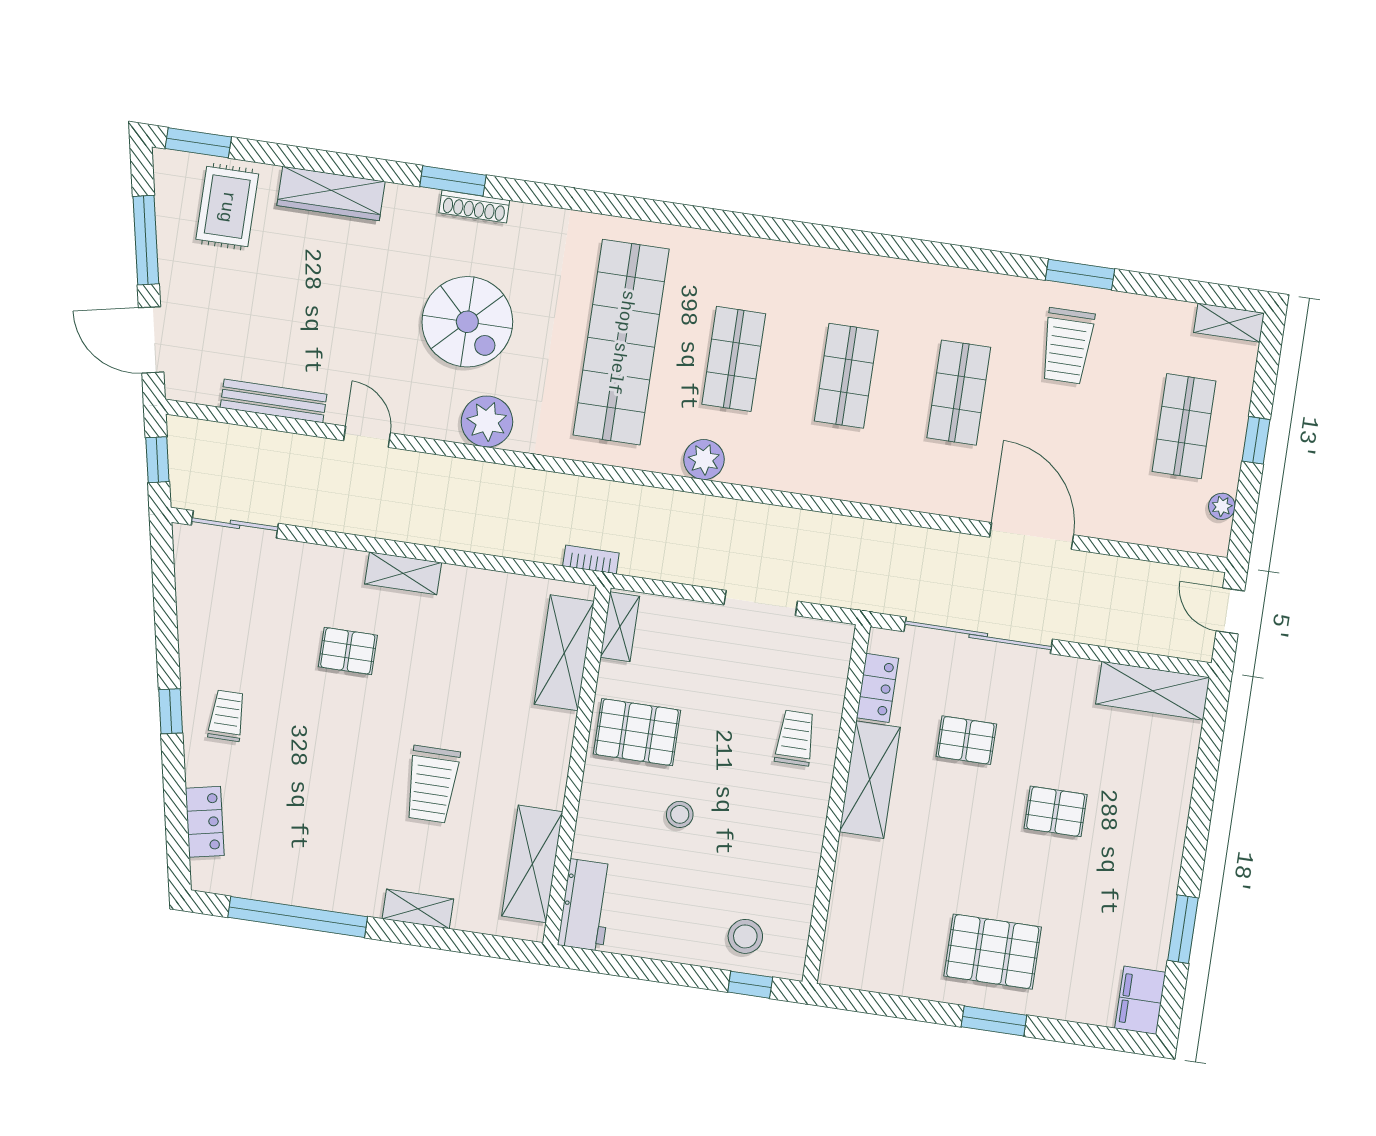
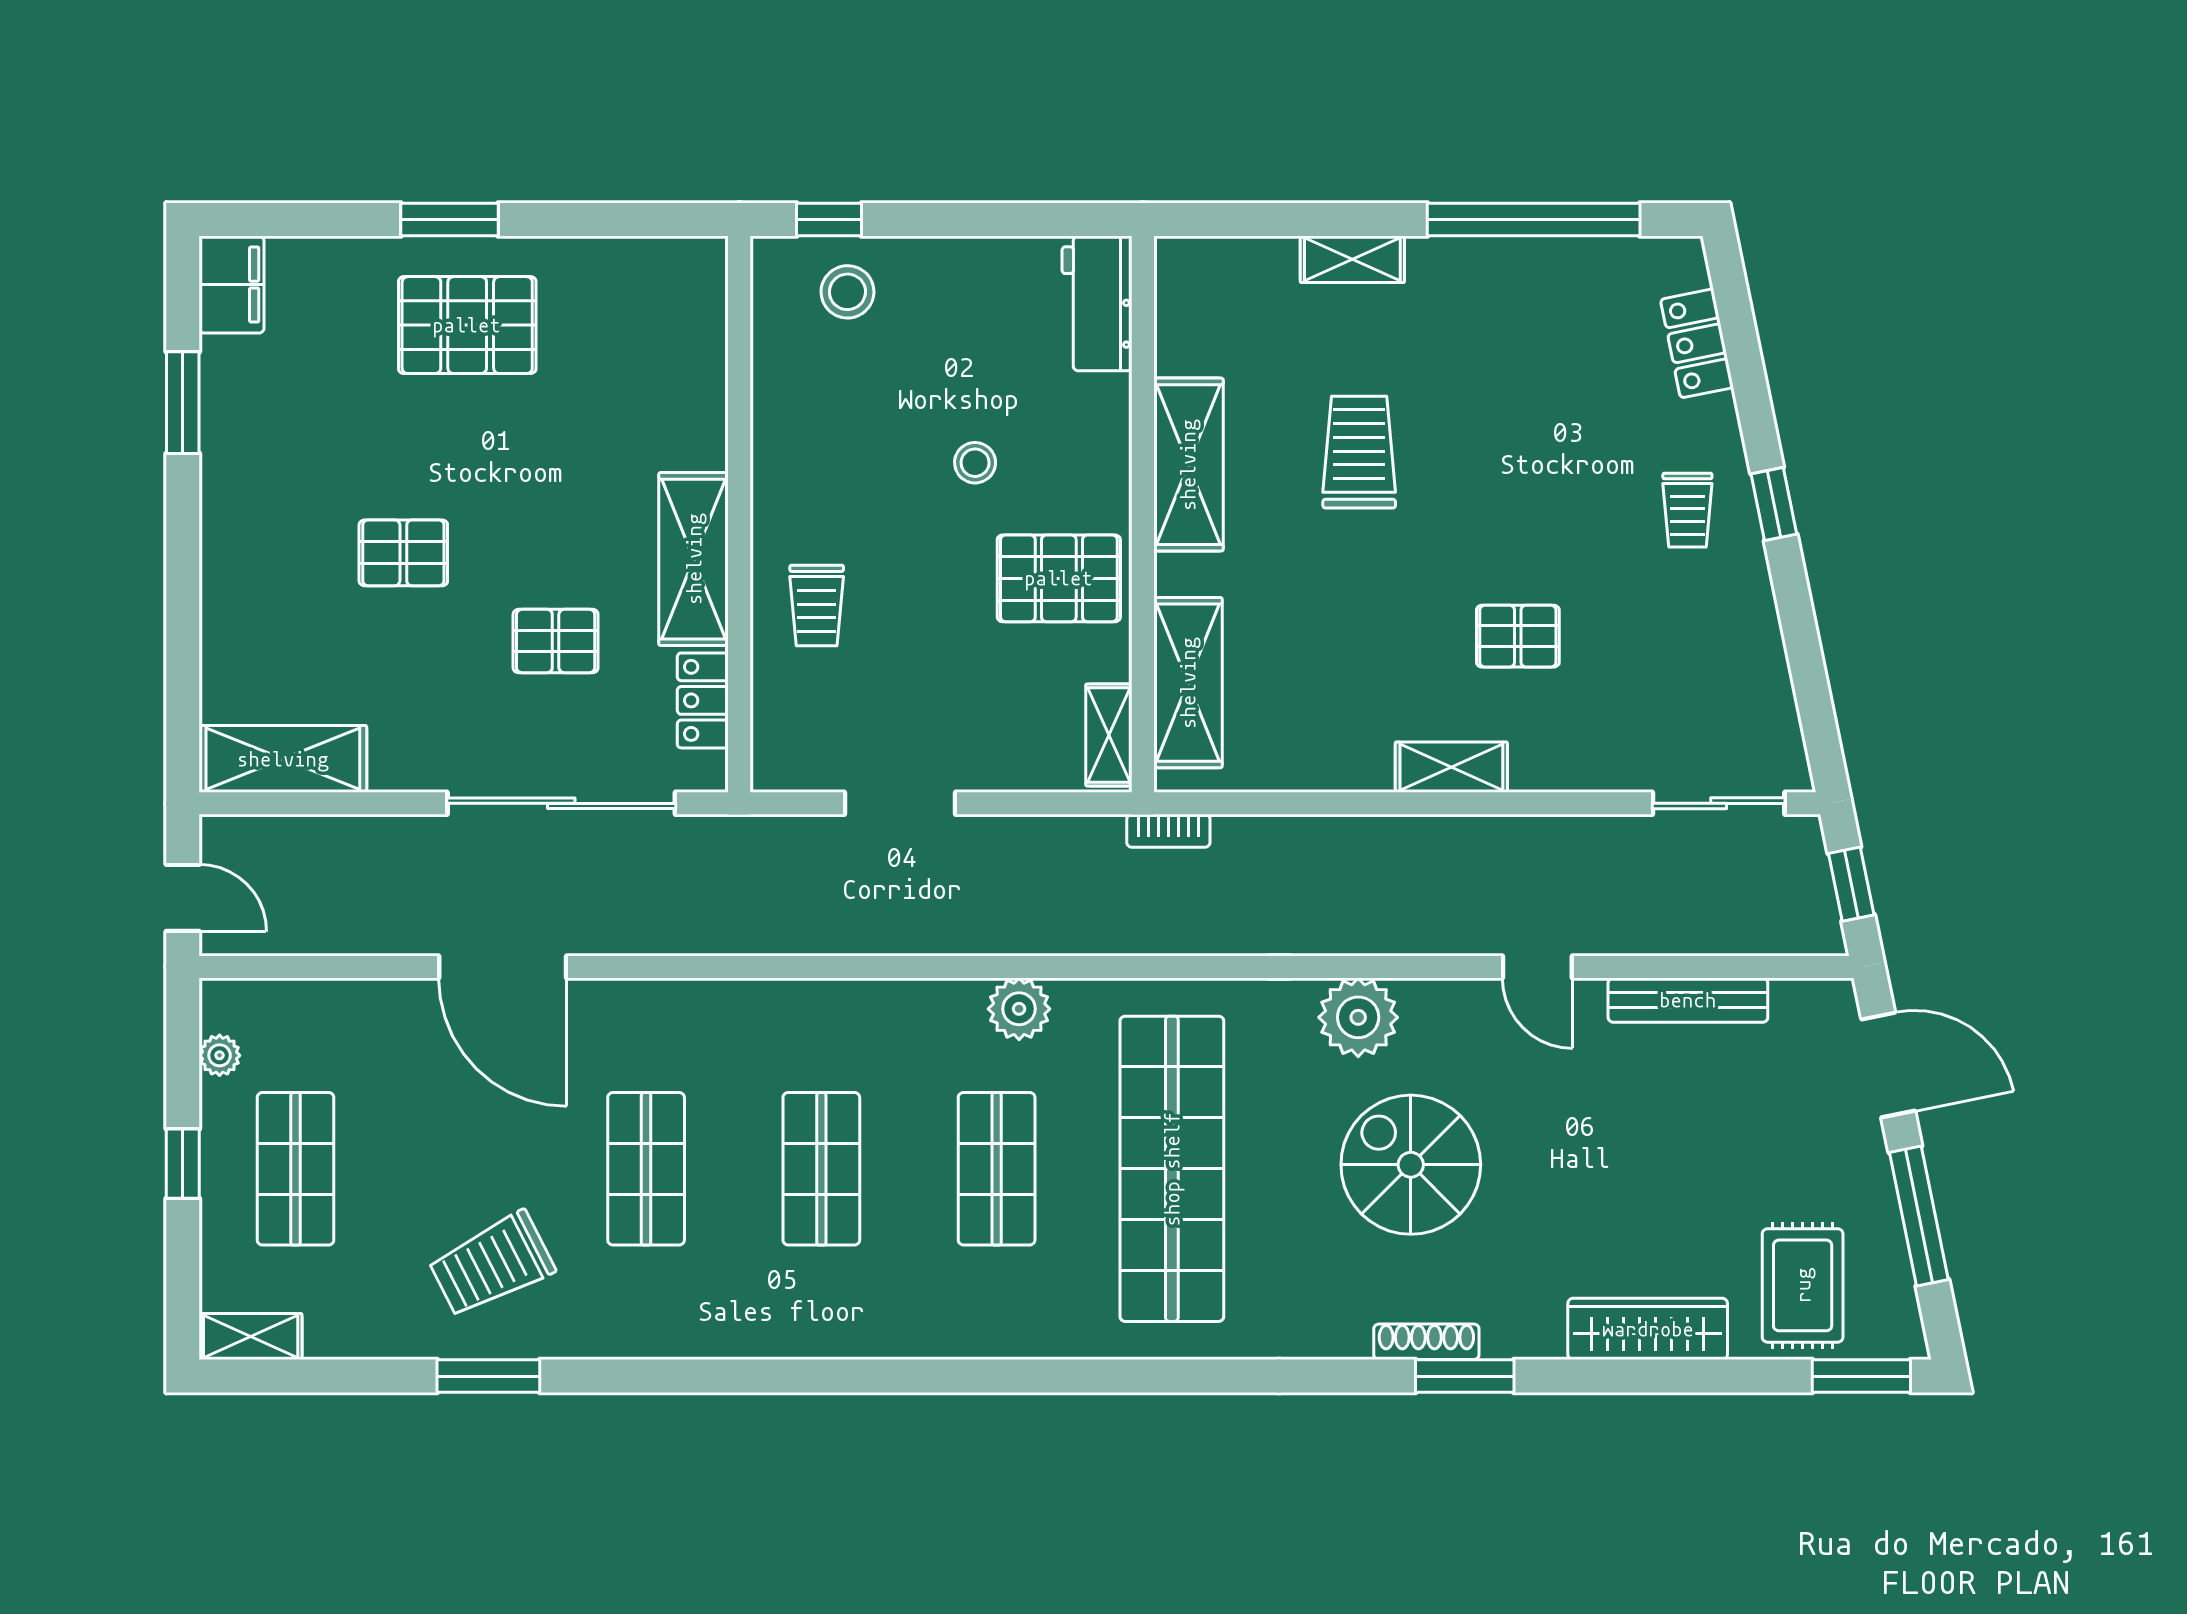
trolley: (1067, 346) -> (492, 1265), turned -117
shelving: (532, 864) -> (1188, 465), moved

